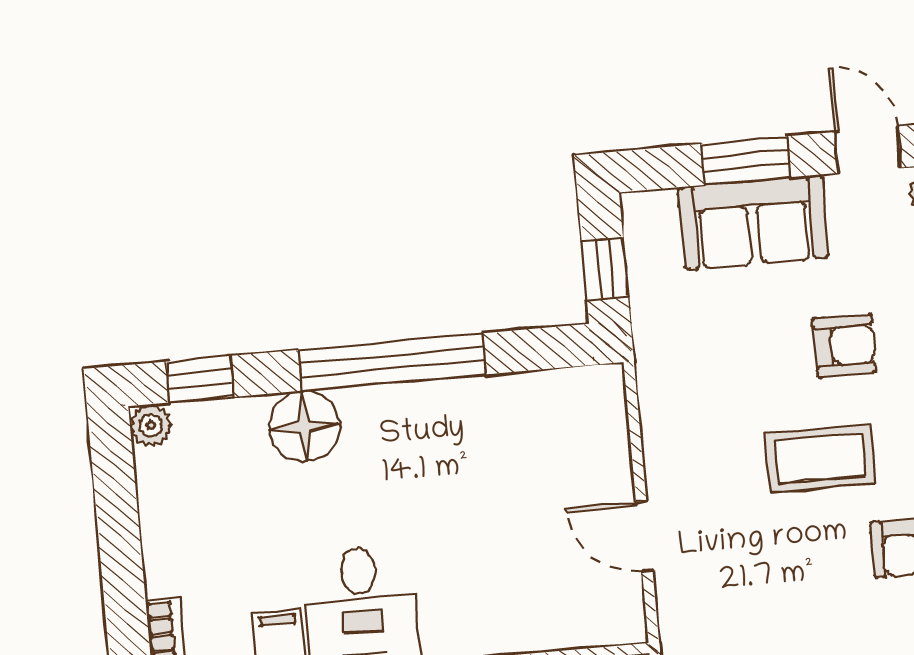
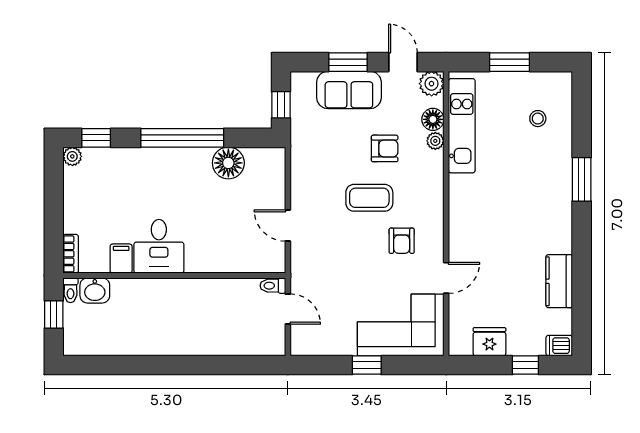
floor lamp: (304, 426) -> (228, 163), moved

